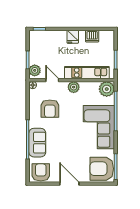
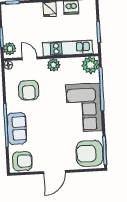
armchair: (41, 172) -> (22, 161), turned 90
door: (69, 184) -> (55, 172), swing flipped

